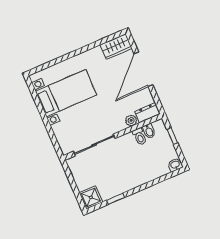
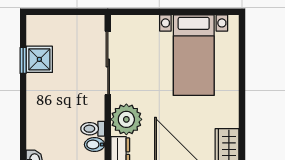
plant: (131, 121) -> (126, 119), width x1.88, depth x1.88
shower: (91, 197) -> (39, 59), moved

